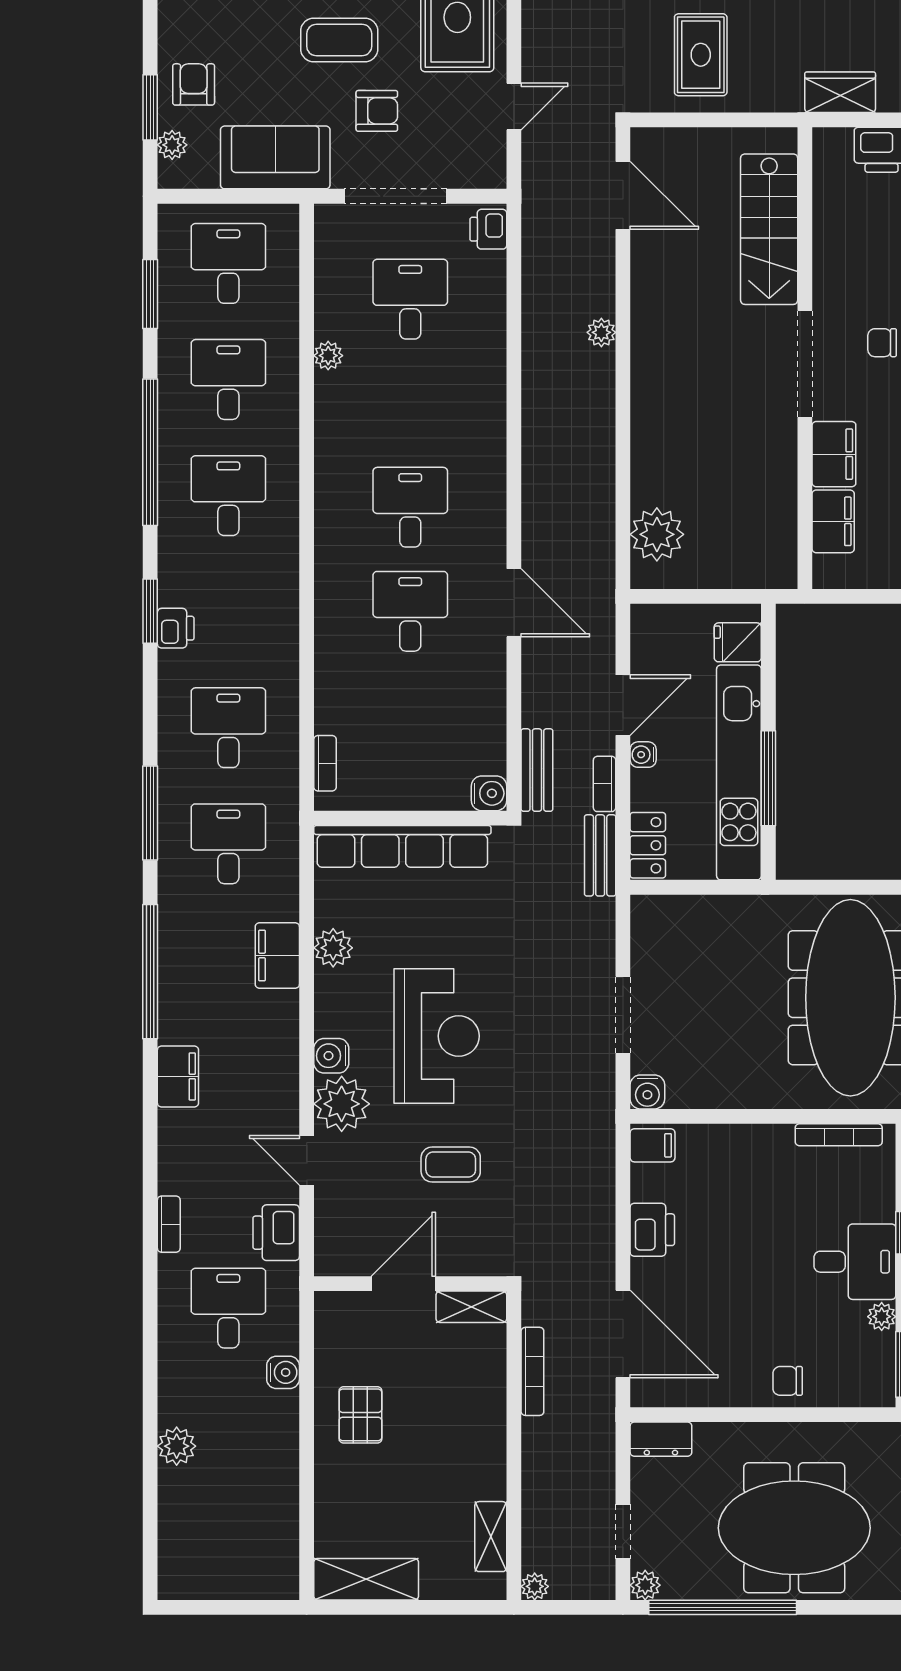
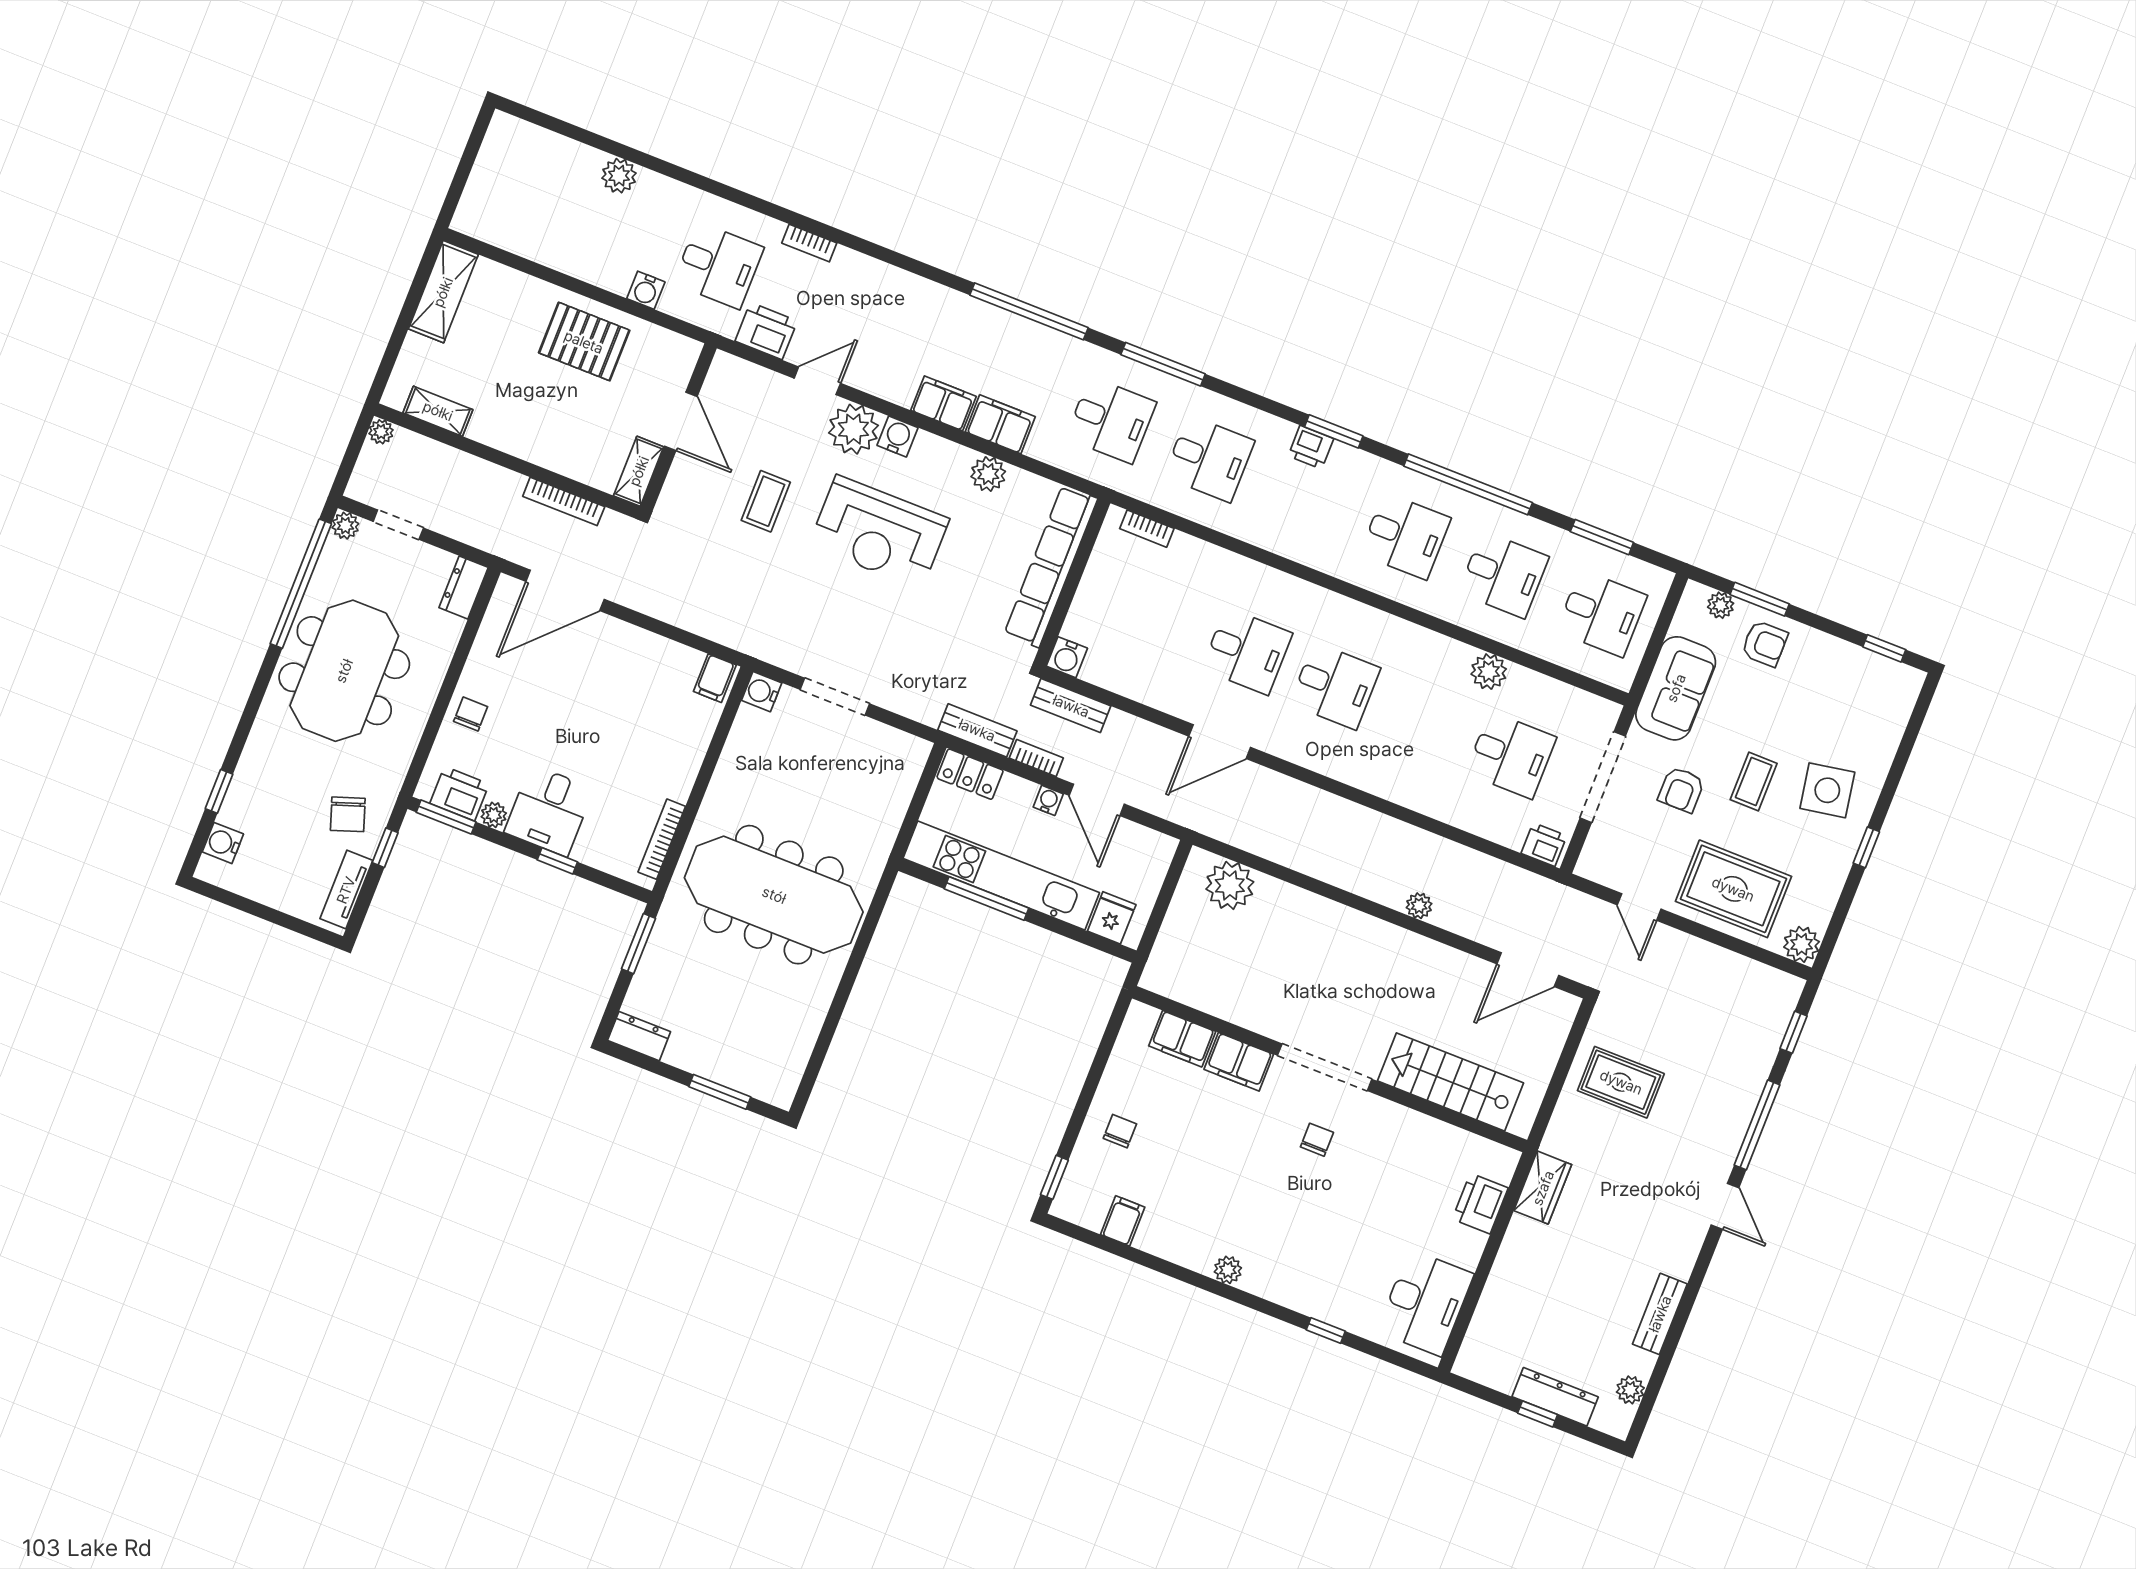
coffee table: (339, 40) -> (1754, 781), width x0.73, depth x0.77
plant: (328, 356) -> (1489, 672), width x1.38, depth x1.38
filing cabinet: (178, 1077) -> (943, 403), moved, turned 180
printer: (652, 1230) -> (459, 794), moved, turned 180
pallet: (360, 1415) -> (584, 342), width x1.50, depth x1.42

